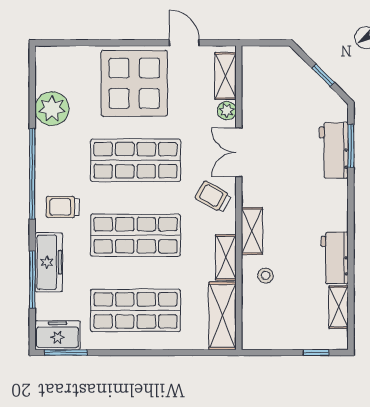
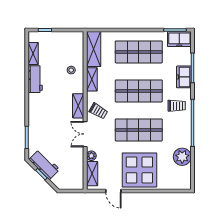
workbench: (334, 150) -> (44, 165), moved, turned -45
double door: (239, 152) -> (85, 134), swing flipped
shelving: (252, 231) -> (78, 106), moved
freezer: (49, 262) -> (184, 77), width x0.71

